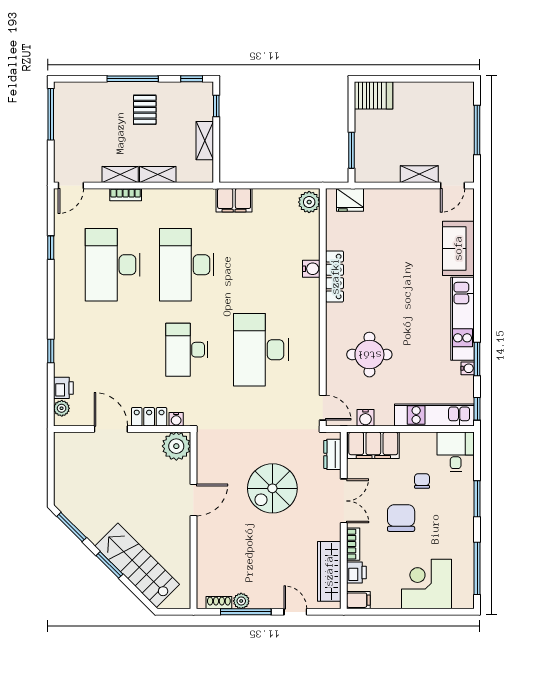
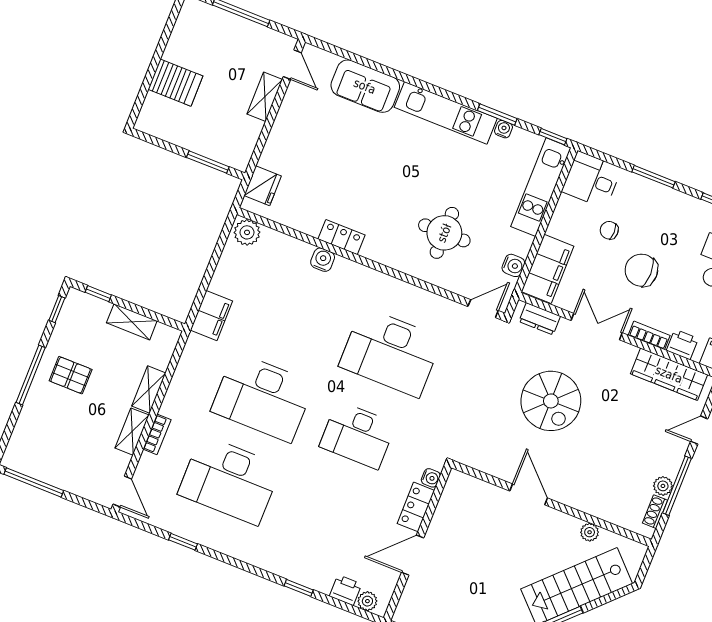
server rack: (373, 95) -> (175, 83), moved, turned 90
locker: (335, 276) -> (342, 237), width x0.66
plant: (176, 446) -> (590, 532), moved, width x0.53, depth x0.53

